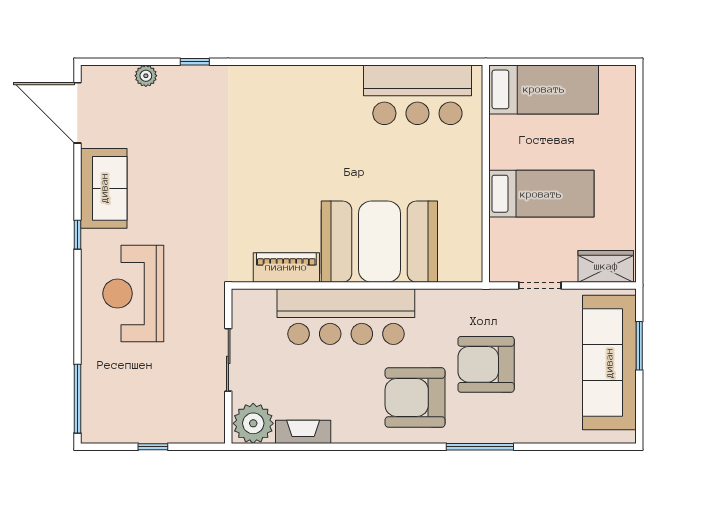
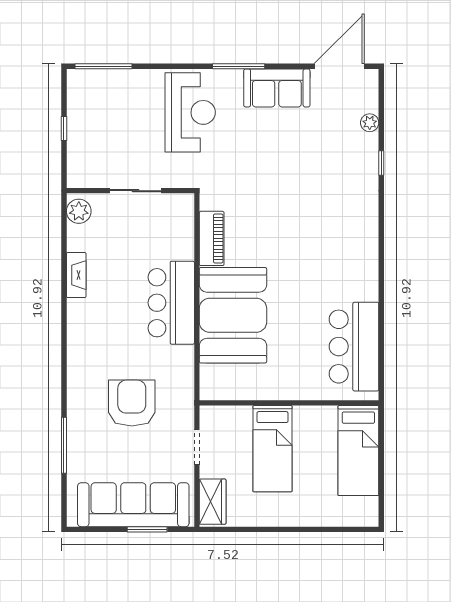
window: (77, 235) -> (239, 66), width x2.17
reception desk: (133, 294) -> (190, 112), turned 90
bar counter: (346, 317) -> (171, 303), width x0.73
armchair: (415, 398) -> (104, 345), removed
plant: (253, 423) -> (79, 211), width x0.73, depth x0.73
fireplace: (303, 432) -> (76, 275), moved
window: (480, 447) -> (64, 445), moved

